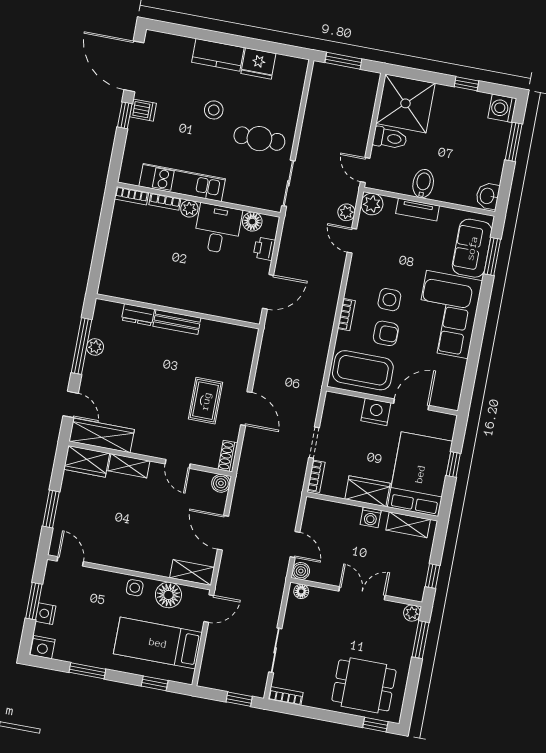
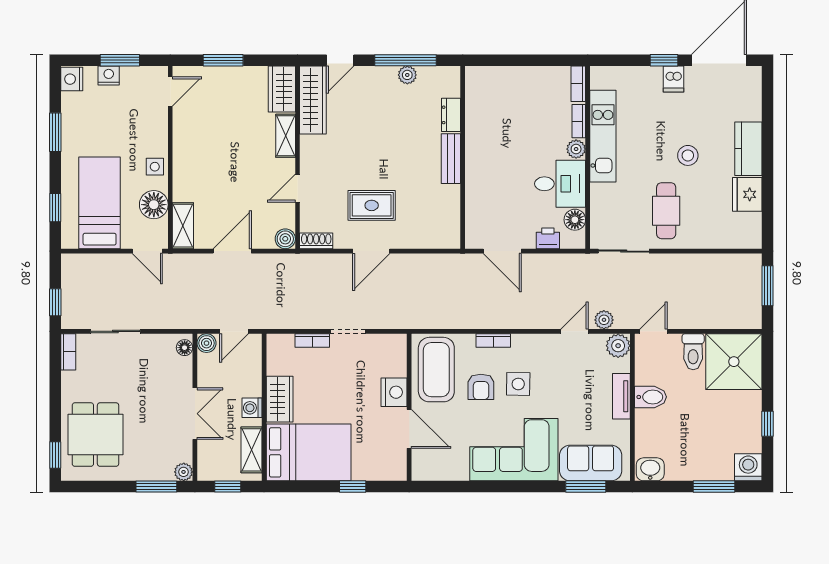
bed: (420, 474) -> (309, 452), moved
wardrobe: (367, 491) -> (280, 399), moved
wall: (372, 506) -> (264, 407), moved
washing machine: (371, 517) -> (252, 408), moved
shelving: (408, 525) -> (251, 450), moved

